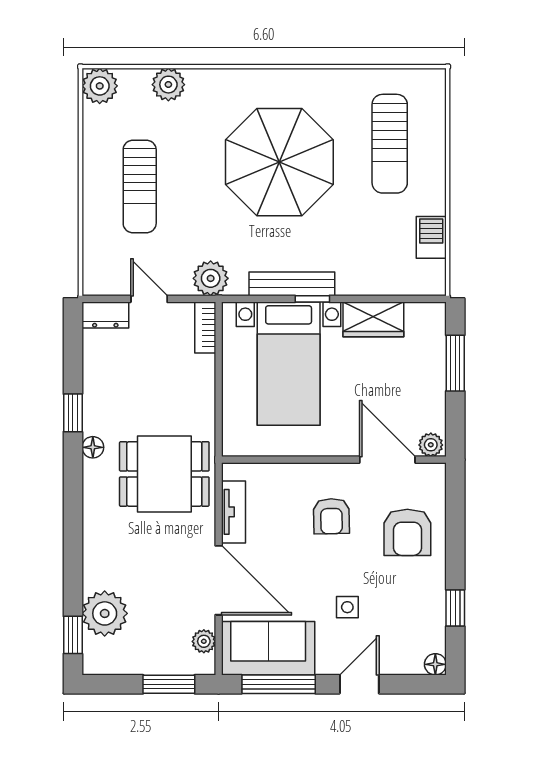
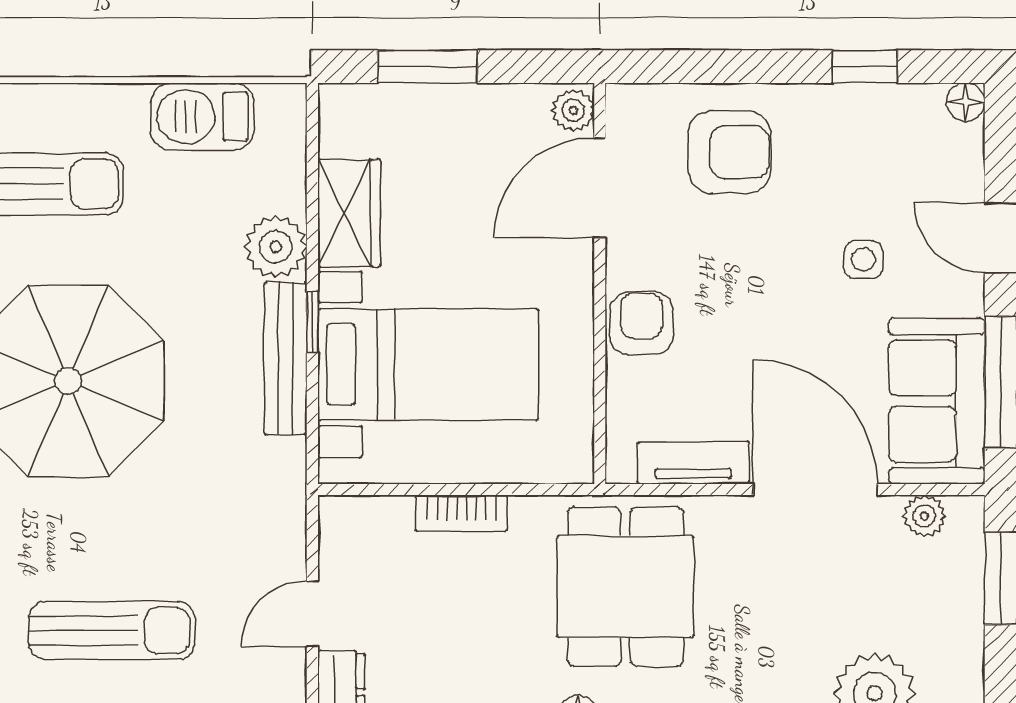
barbecue: (431, 237) -> (202, 117), width x1.38, depth x1.27
plant: (211, 278) -> (276, 247), moved
bookcase: (205, 328) -> (461, 513), moved
armchair: (331, 516) -> (642, 323), moved, turned -89
door: (219, 580) -> (815, 490), hinge flipped

